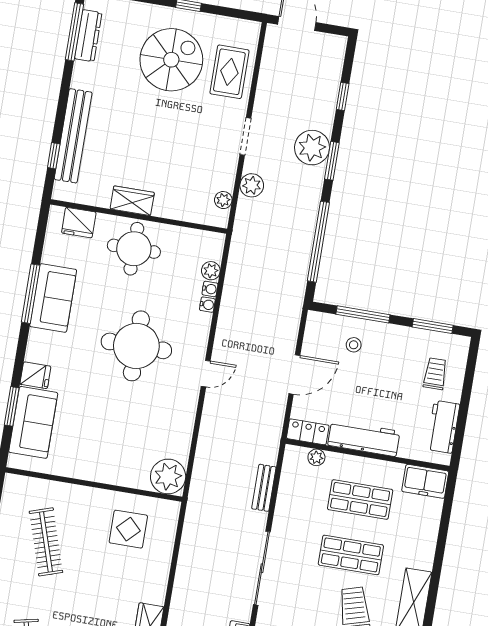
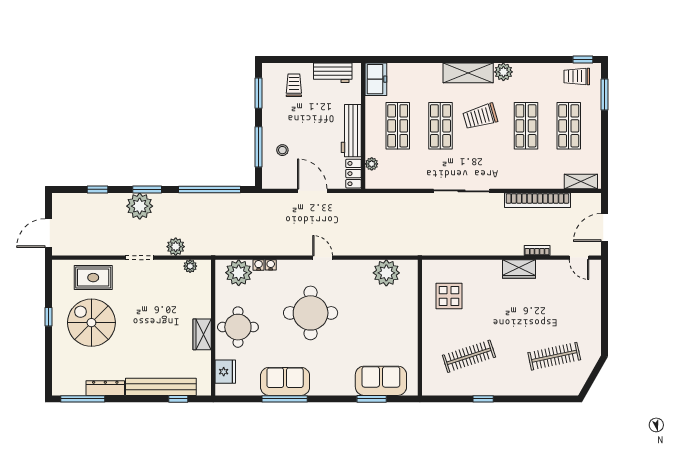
dresser: (88, 36) -> (105, 388), moved
plant: (211, 271) -> (239, 273), width x1.88, depth x1.88
trolley: (435, 374) -> (294, 85), turned 90
fridge: (35, 375) -> (345, 385), removed
plant: (168, 476) -> (386, 273), moved
bench: (264, 488) -> (401, 199), removed

